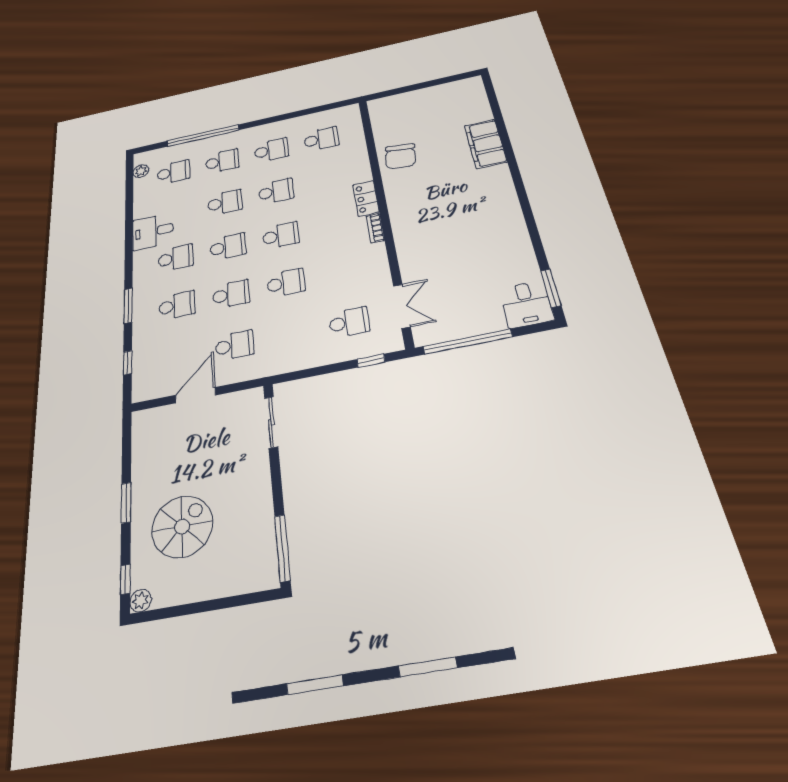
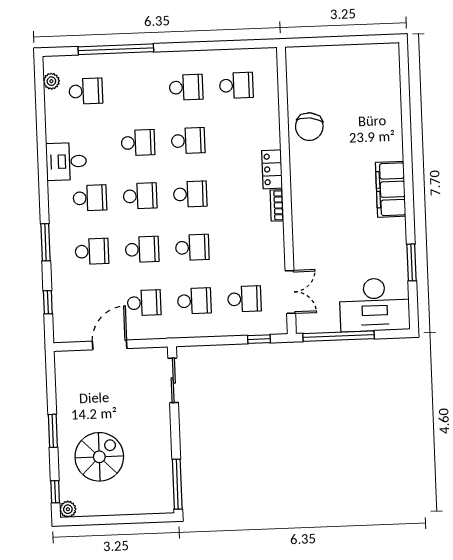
filing cabinet: (486, 144) -> (391, 189), moved
school desk: (222, 161) -> (194, 301), moved
window: (551, 288) -> (412, 262), moved
desk: (526, 304) -> (375, 305), width x1.87, depth x1.30

